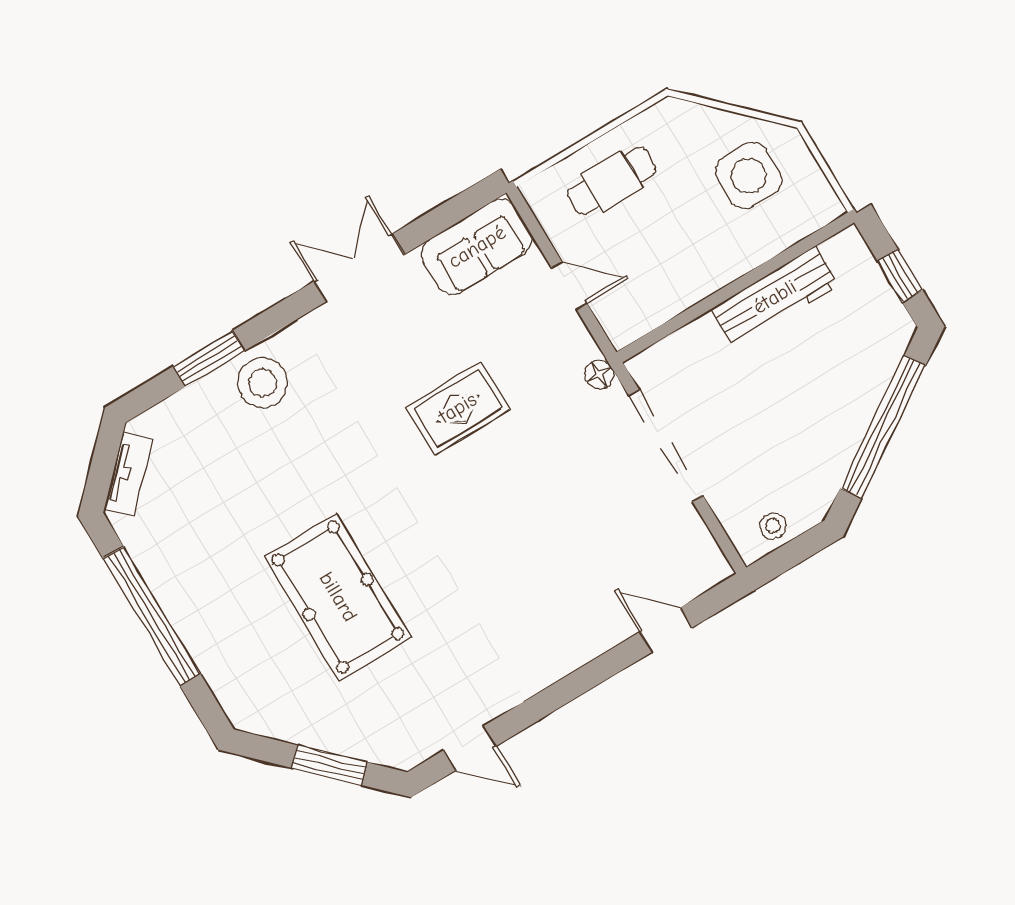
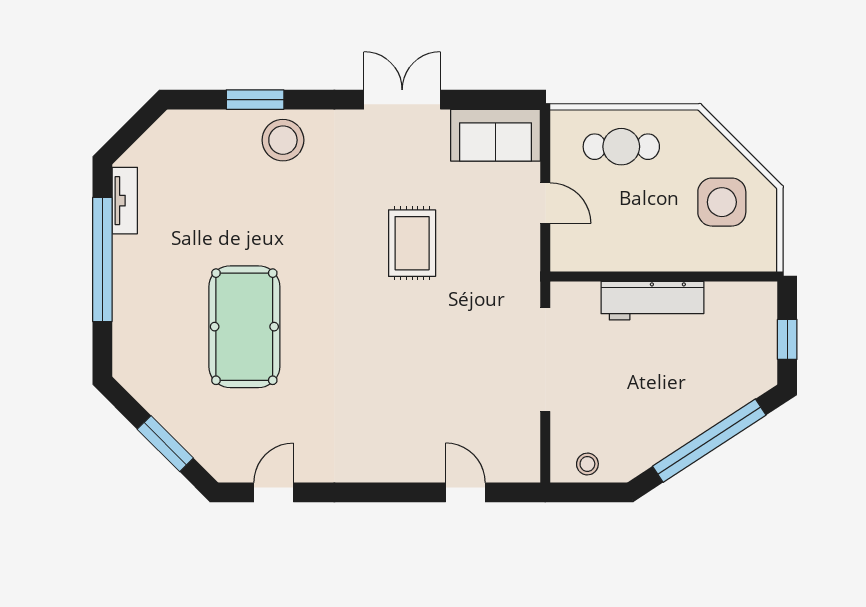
workbench: (775, 297) -> (652, 301), moved
floor lamp: (599, 374) -> (528, 280), removed
rug: (458, 408) -> (412, 243), turned 90
tv unit: (128, 475) -> (125, 201), moved, turned -45
door: (470, 748) -> (274, 492), swing flipped

